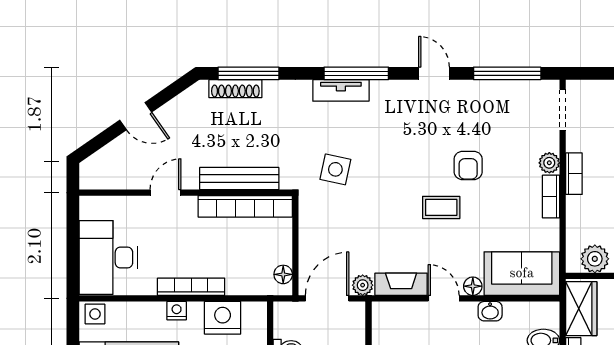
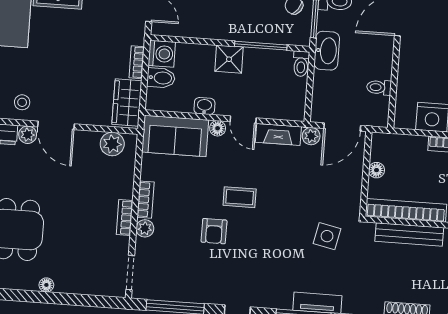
armchair: (468, 165) -> (214, 231), turned 180
floor lamp: (283, 274) -> (376, 170), moved

